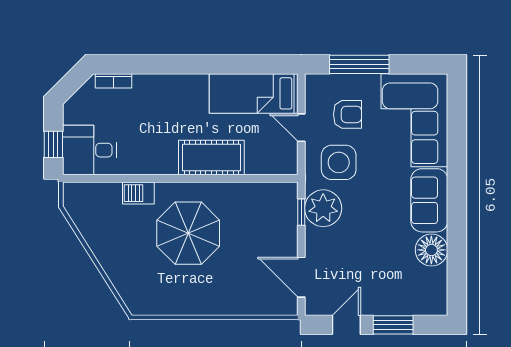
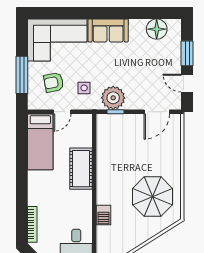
bookcase: (113, 81) -> (32, 224), width x1.56
armchair: (347, 114) -> (54, 82), turned -101
side table: (339, 162) -> (84, 88), width x0.54, depth x0.54
parasol: (188, 233) -> (153, 197), moved
floor lamp: (431, 250) -> (157, 29), moved

